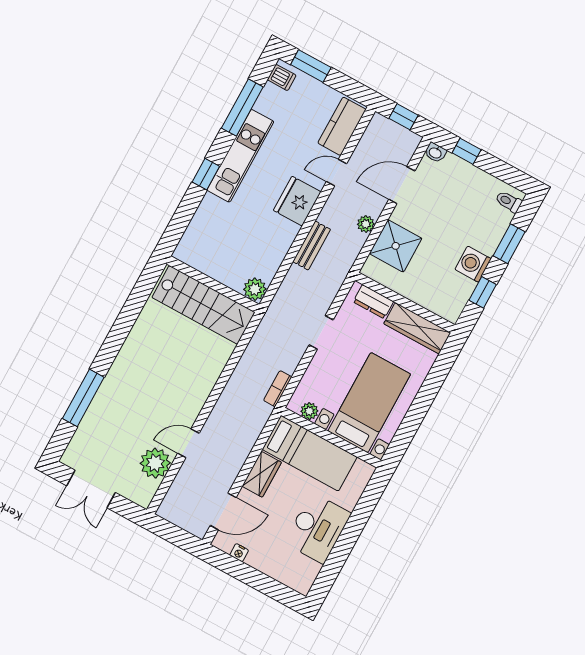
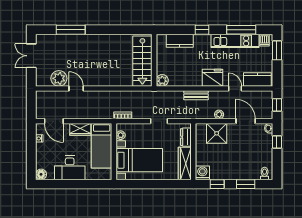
kitchen unit: (240, 156) -> (235, 41), moved
kitchen counter: (204, 223) -> (180, 41), added
washing machine: (473, 264) -> (202, 173), moved
floor lamp: (302, 583) -> (41, 174), added

